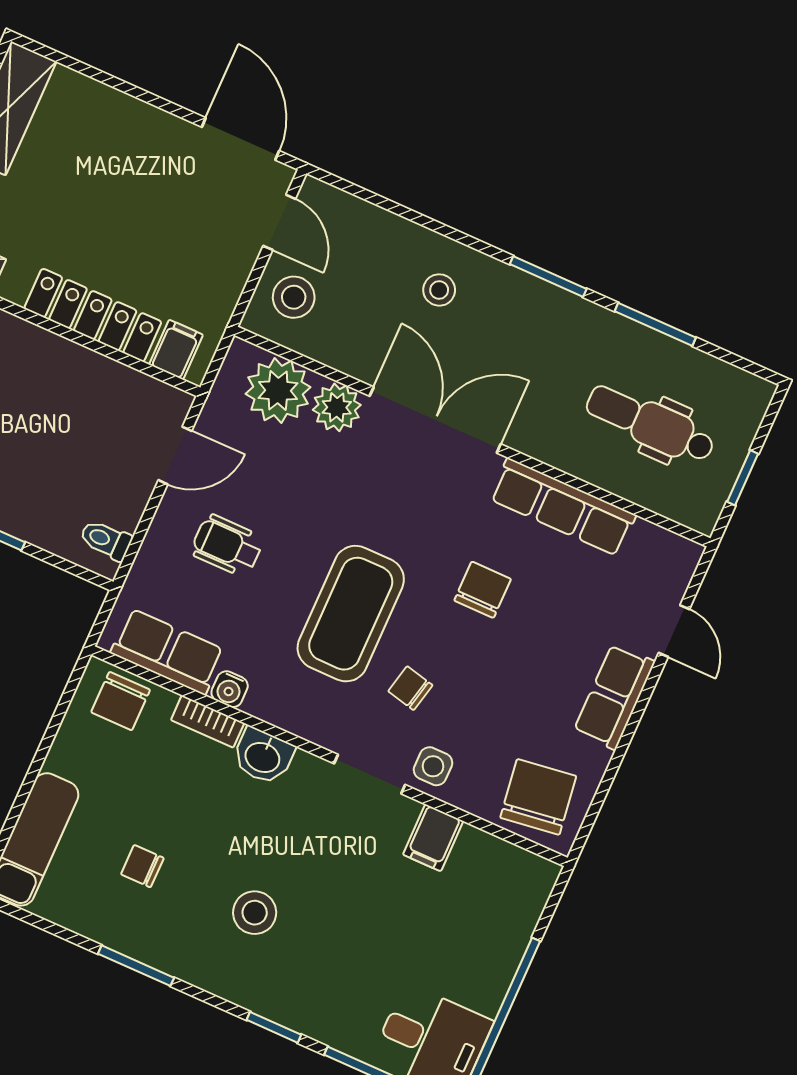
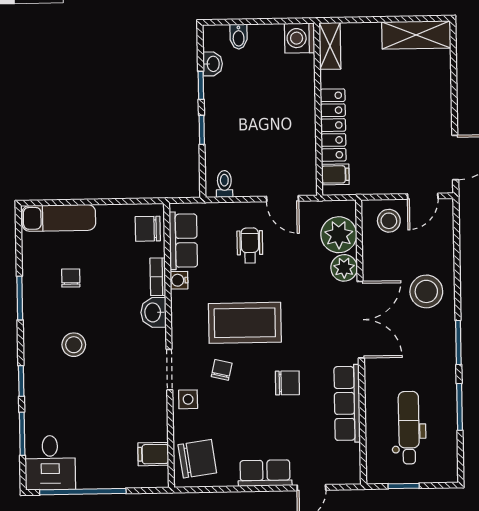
stool: (439, 290) -> (426, 291), width x1.89, depth x1.89
filing cabinet: (433, 838) -> (153, 454), moved

